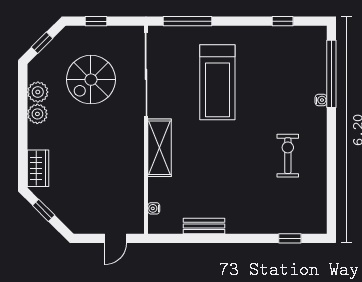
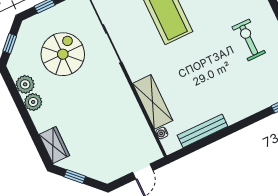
spiral stairs: (91, 80) -> (63, 54), turned 180
shelving: (159, 148) -> (153, 102), moved
bench: (204, 226) -> (203, 131), width x1.36

